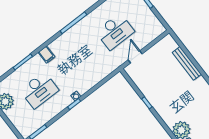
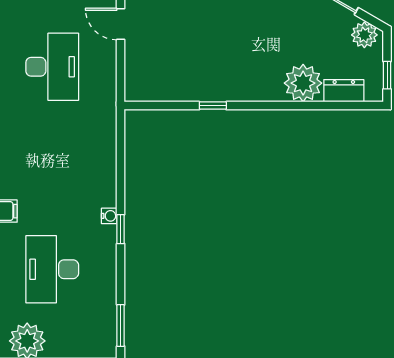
door: (135, 57) -> (121, 24), moved
desk: (39, 90) -> (52, 269), turned 180

